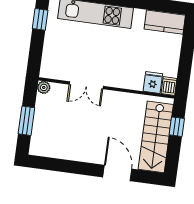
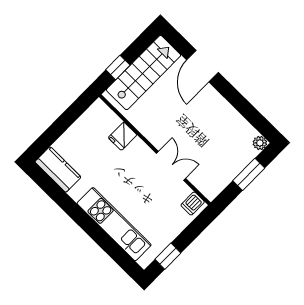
fridge: (153, 83) -> (123, 136), moved
dishwasher: (169, 86) -> (193, 204), moved
plant: (44, 87) -> (260, 143), moved

